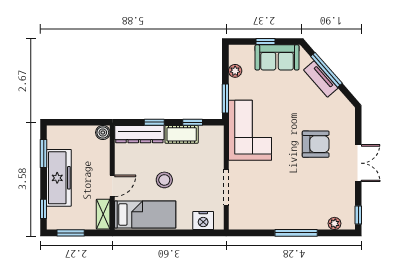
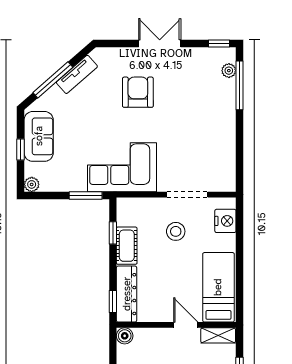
plant: (235, 71) -> (32, 184), moved
tv unit: (321, 79) -> (77, 74), moved
window: (154, 122) -> (113, 302), moved
stool: (164, 180) -> (176, 231), moved
window: (296, 233) -> (240, 85), moved

